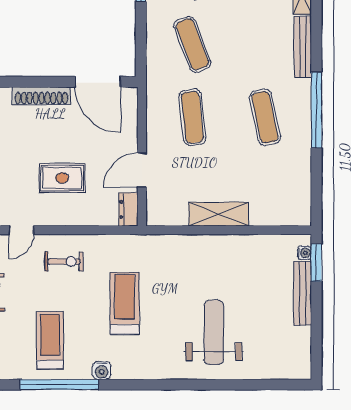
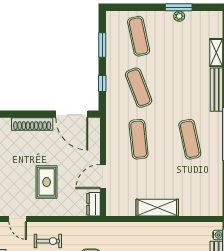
window: (141, 38) -> (102, 84), added
rug: (62, 178) -> (47, 182), turned 90
door: (21, 230) -> (18, 219), hinge flipped

